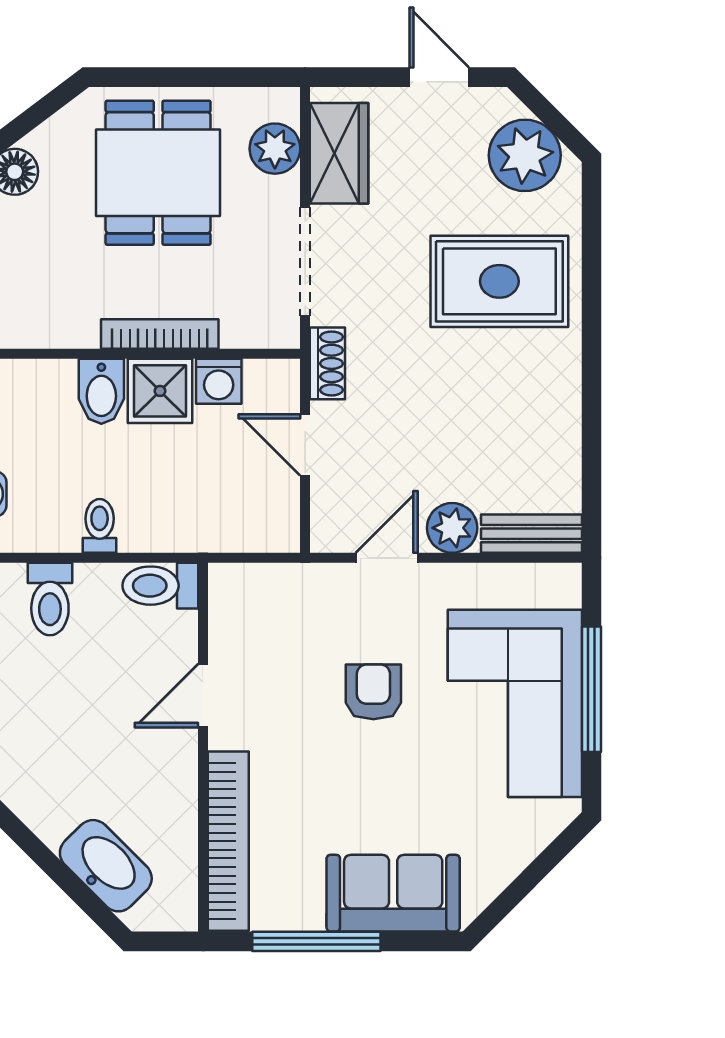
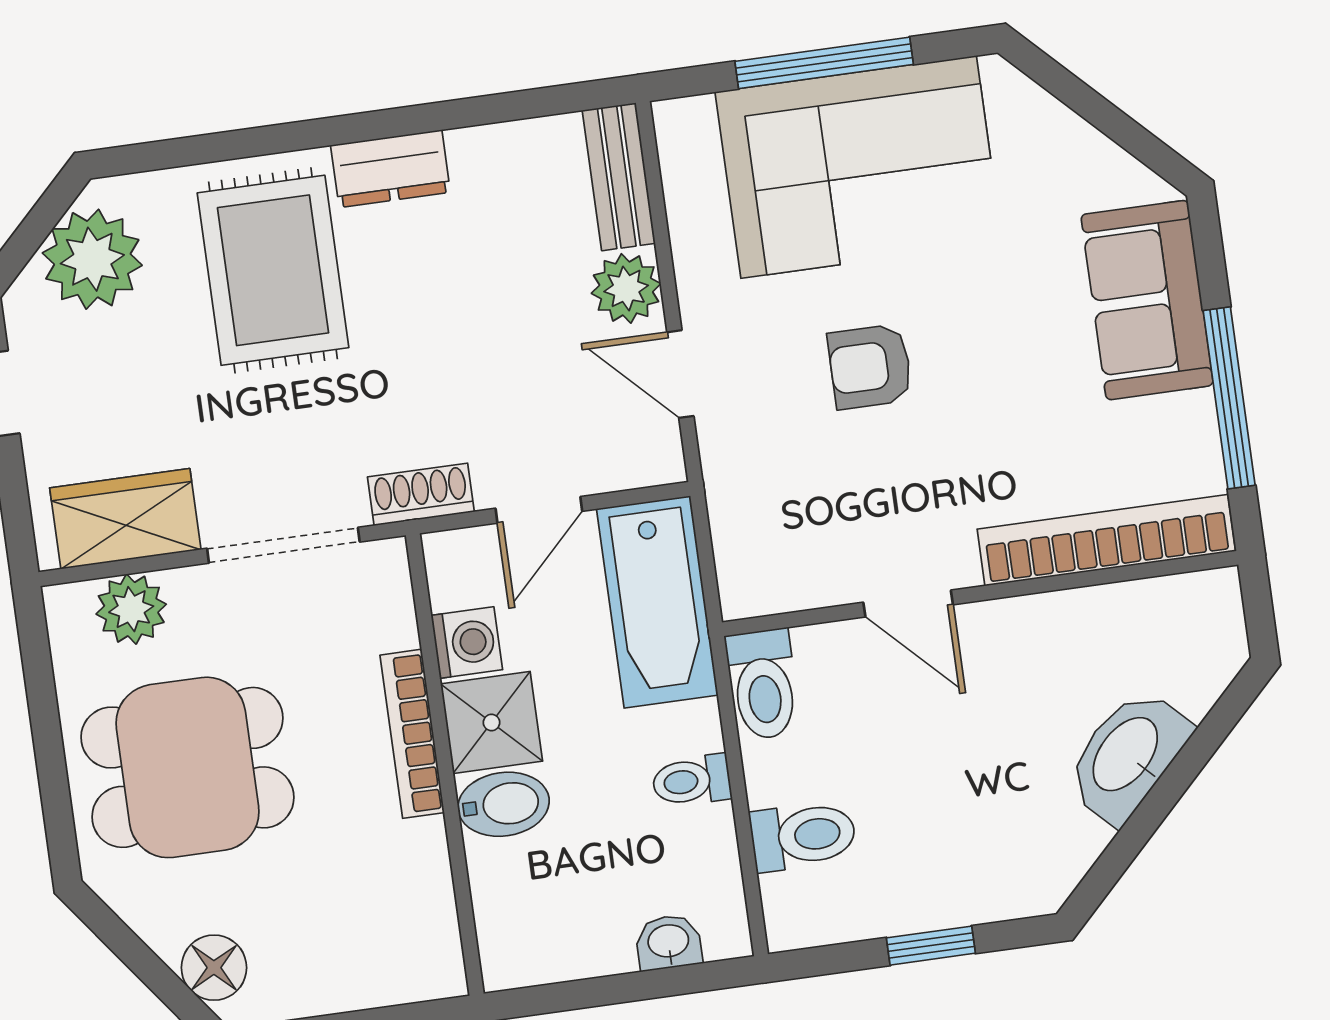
dresser: (559, 374) -> (390, 169), added
bathtub: (229, 519) -> (657, 602), added
washbasin: (106, 866) -> (1127, 756), moved

